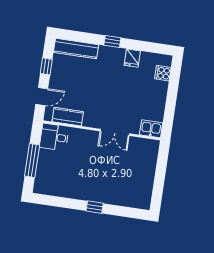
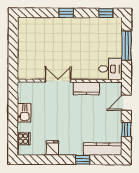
window: (112, 42) -> (83, 160), moved
kitchen counter: (68, 117) -> (86, 88), moved
kitchen sink: (151, 129) -> (24, 113), moved, turned -90
window: (50, 201) -> (106, 13), added

